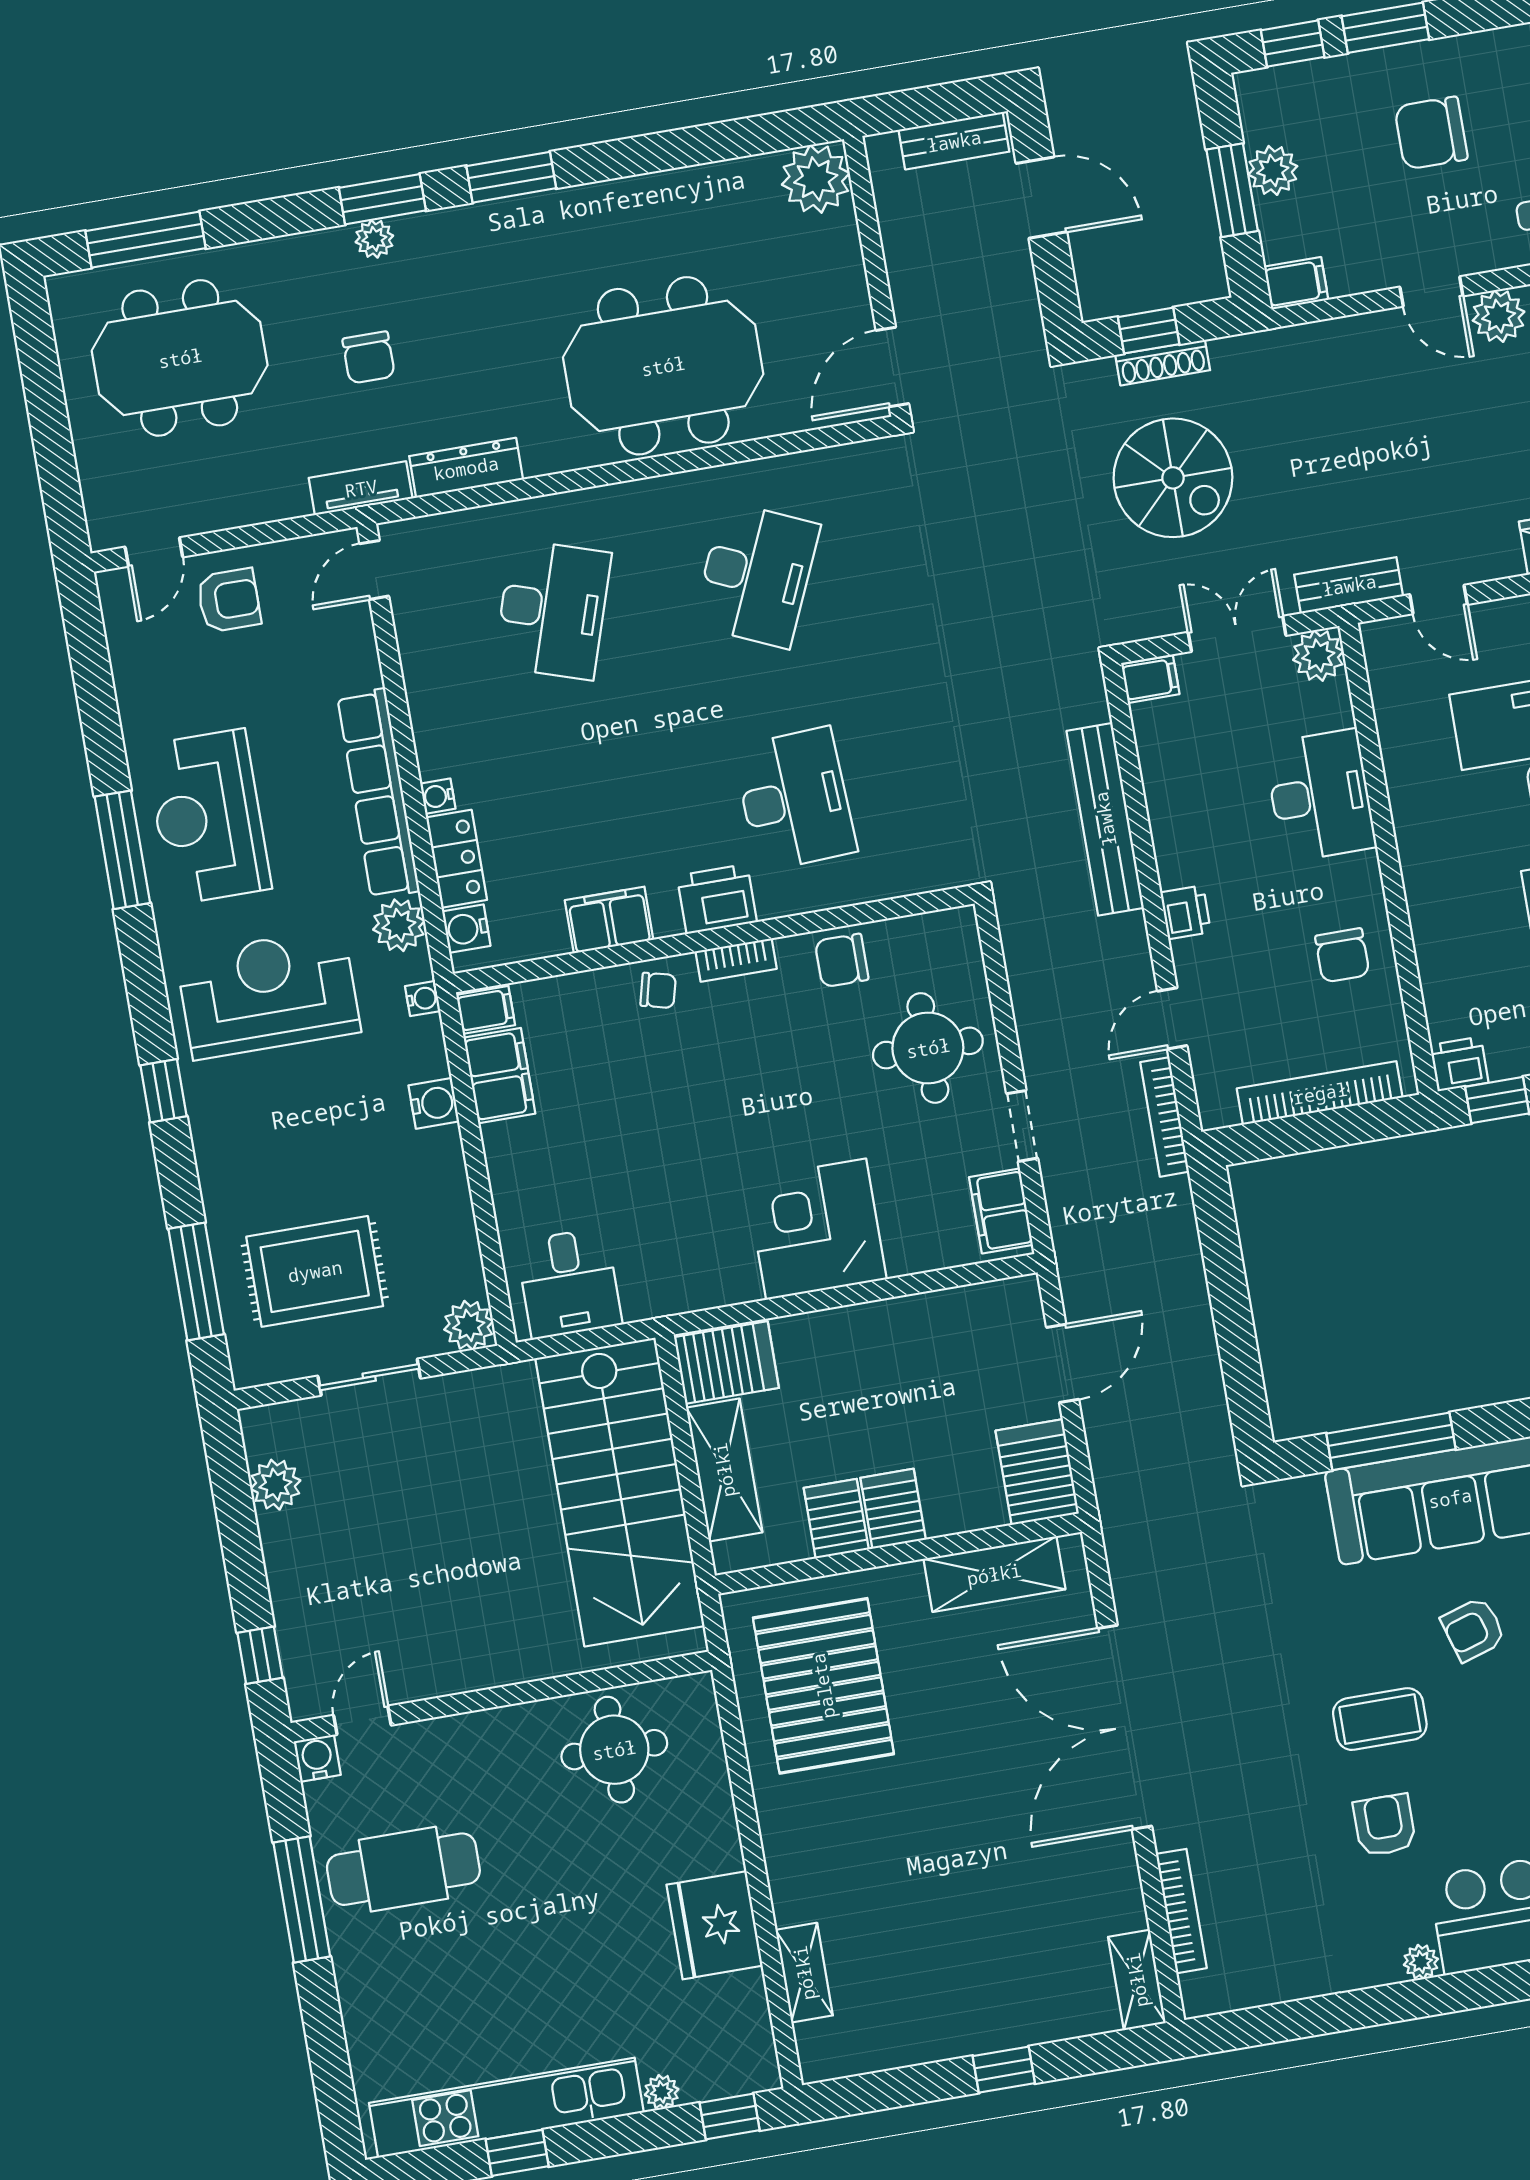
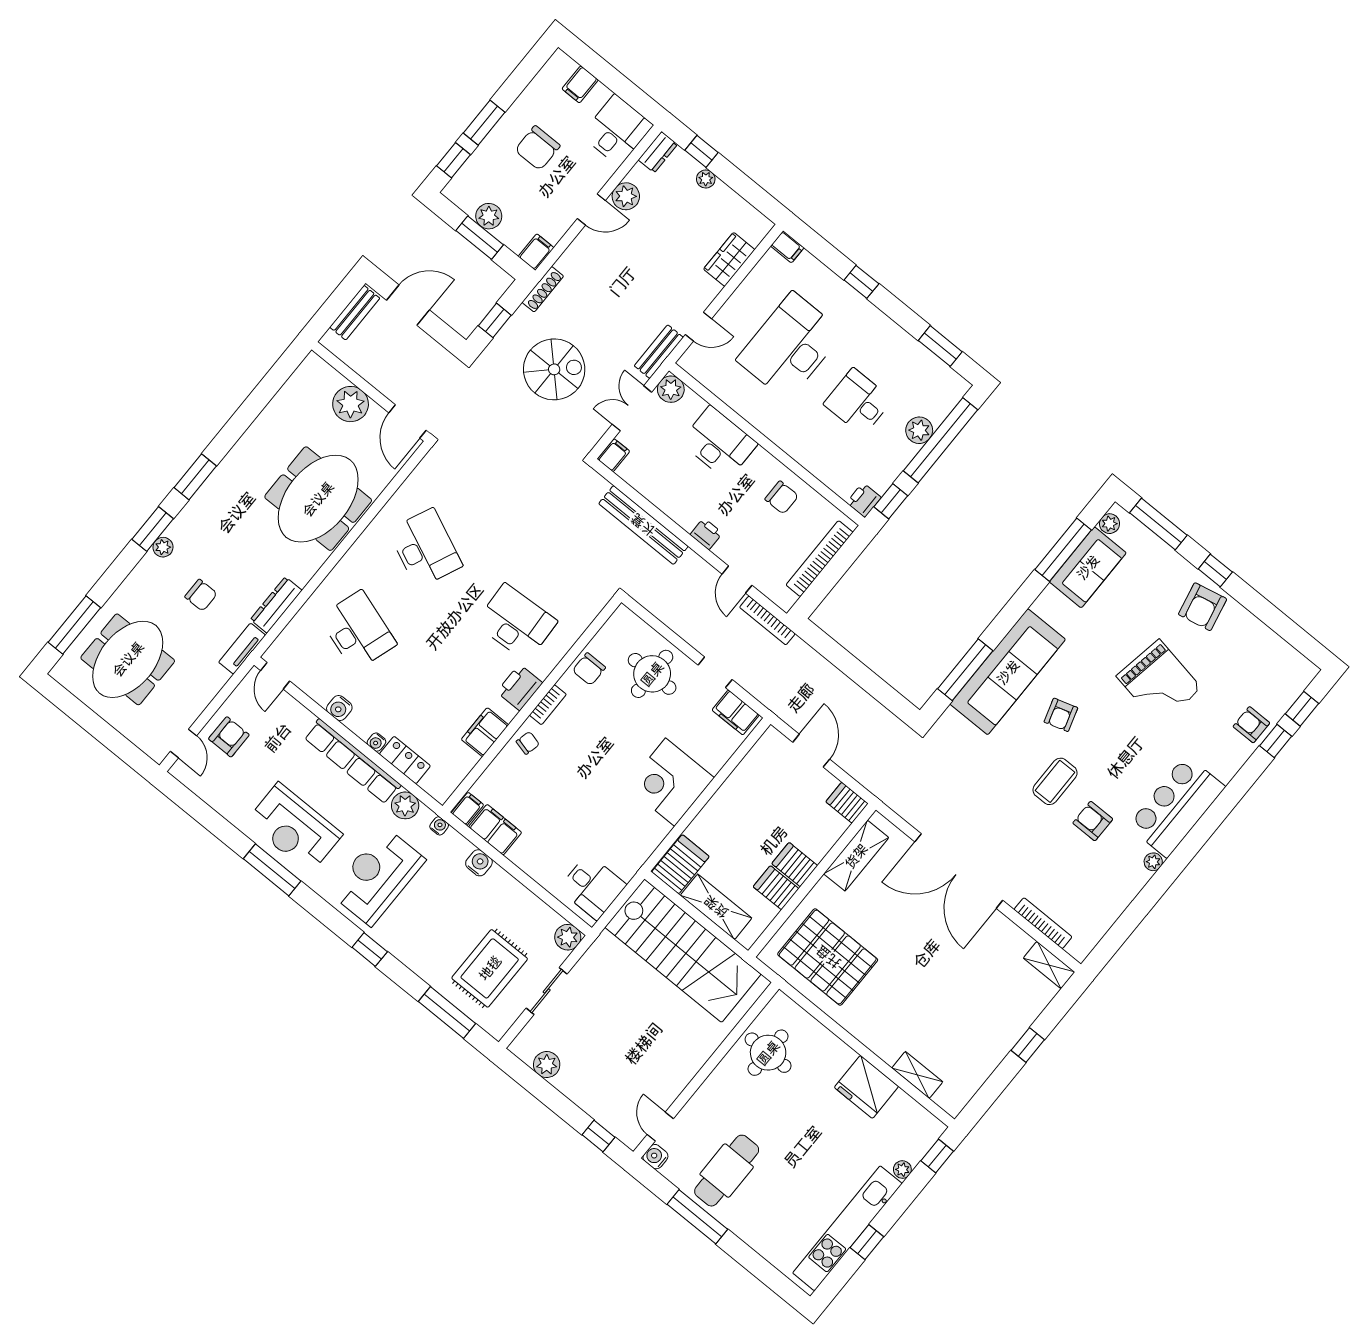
plant: (816, 179) -> (351, 404), moved
shoe rack: (1163, 363) -> (543, 289), moved
water cooler: (466, 929) -> (339, 708), moved
server rack: (1037, 1472) -> (847, 803), width x0.73, depth x0.70

